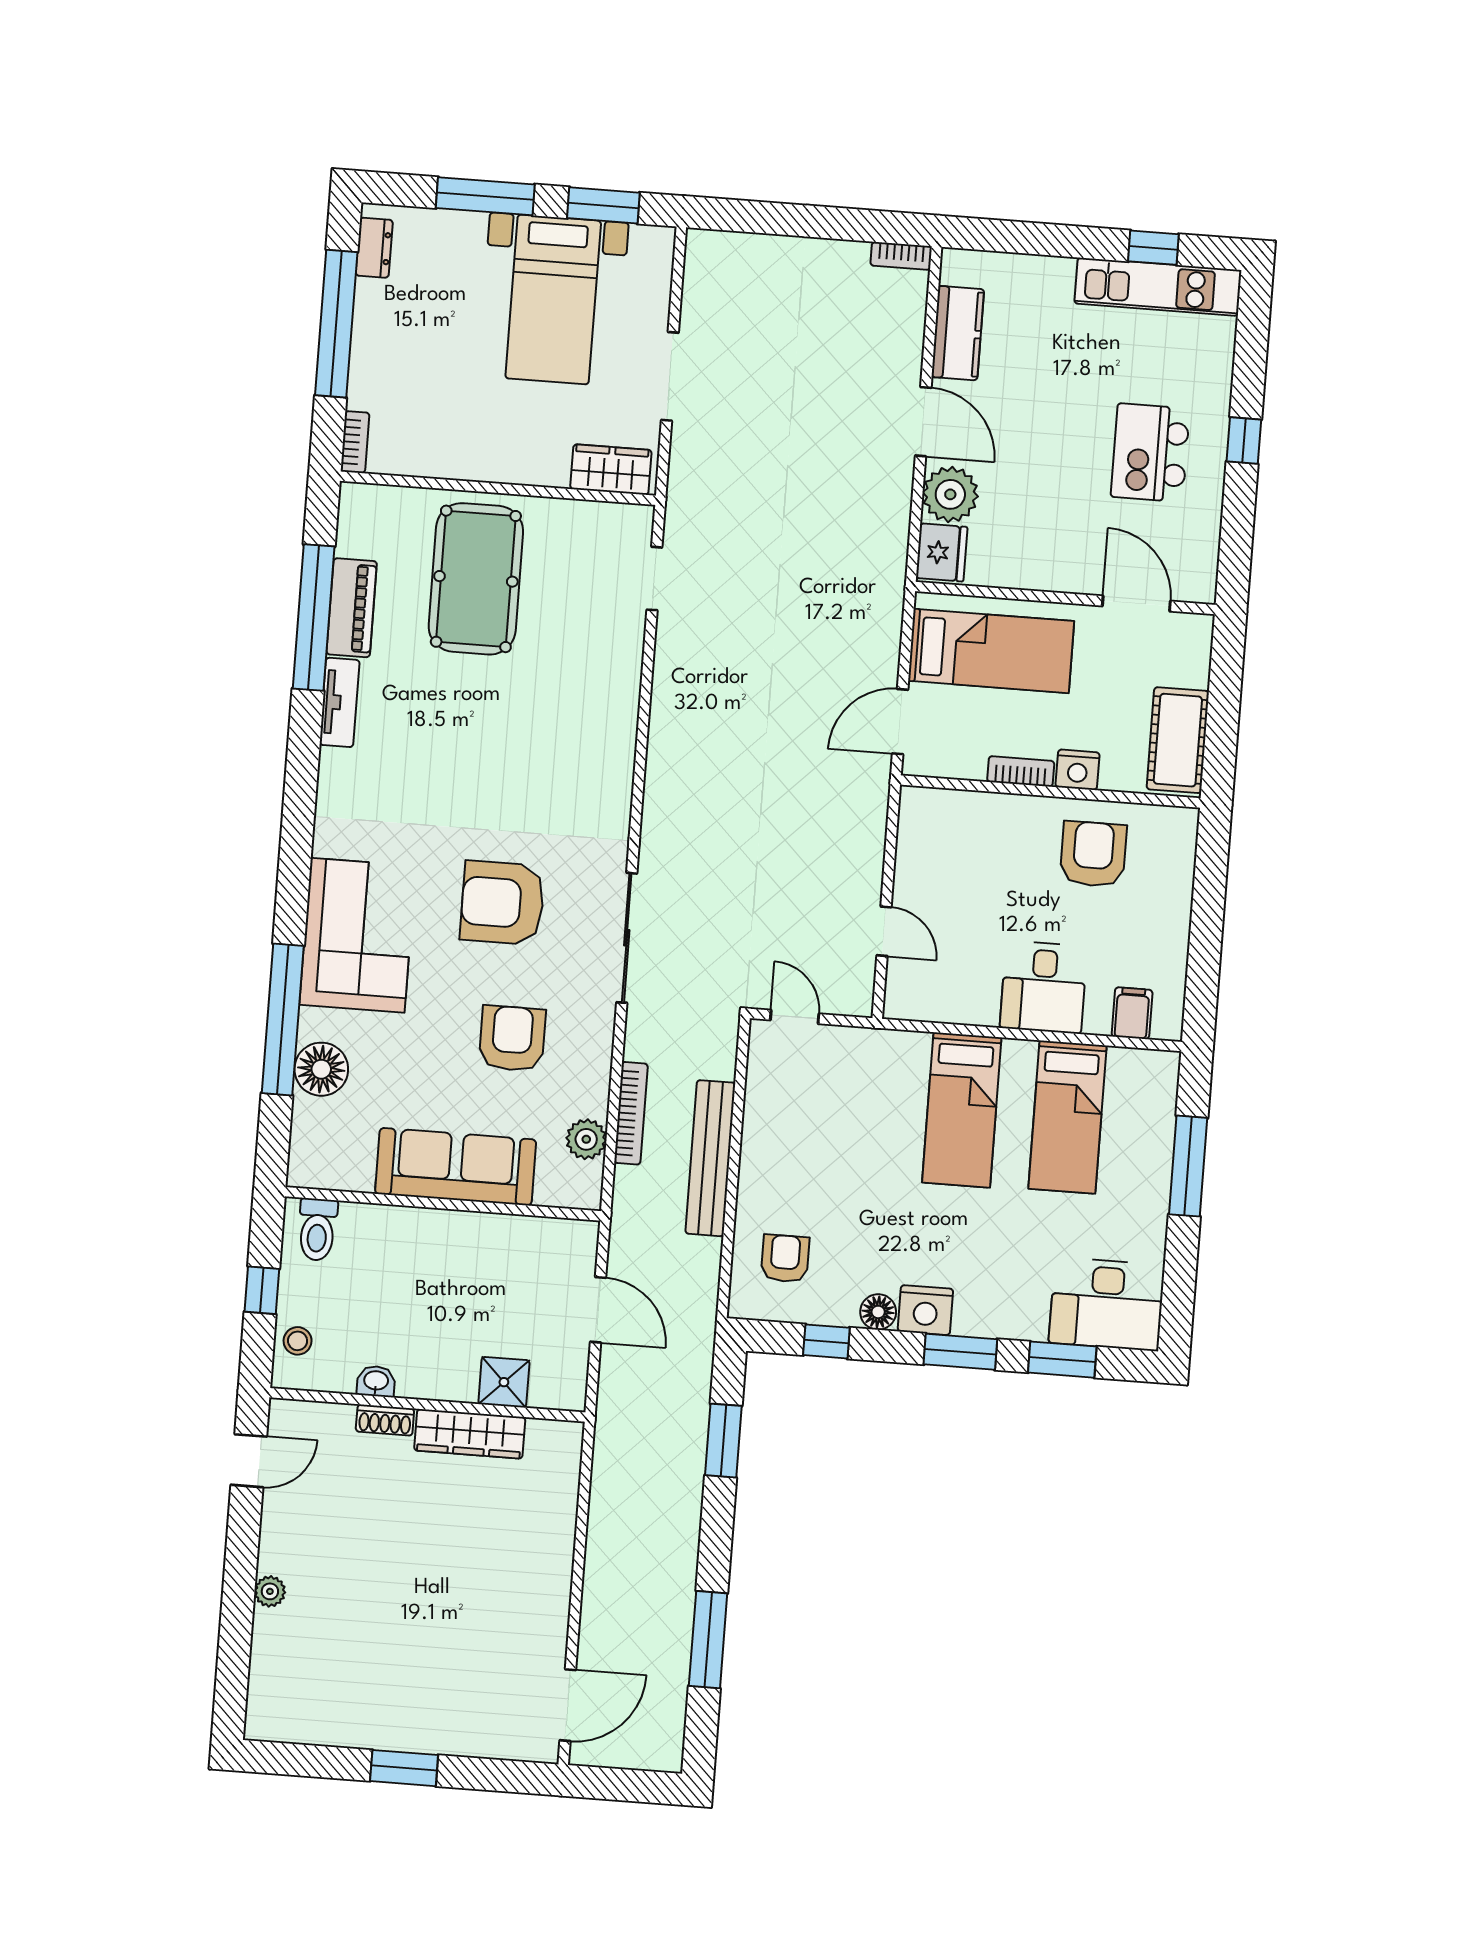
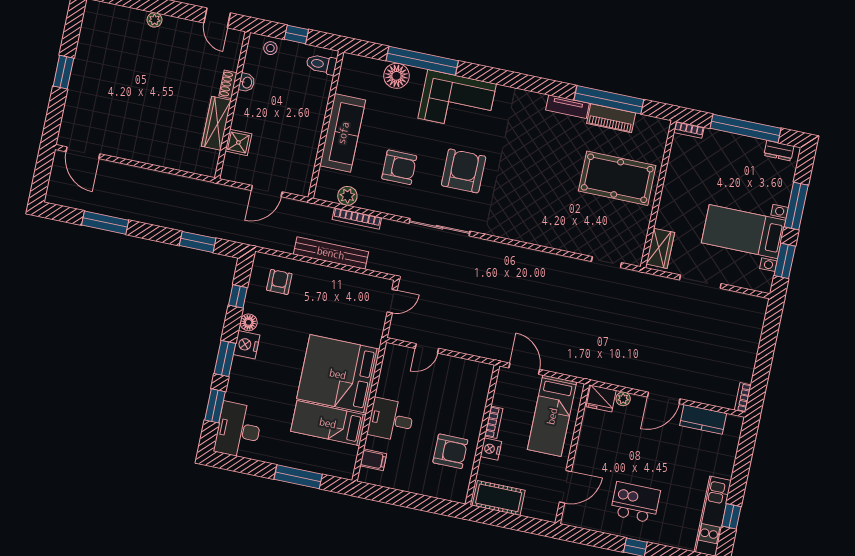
plant: (950, 494) -> (623, 399), width x0.53, depth x0.53
bed: (962, 1110) -> (338, 374), width x2.04
armchair: (785, 1259) -> (279, 282), turned -90

